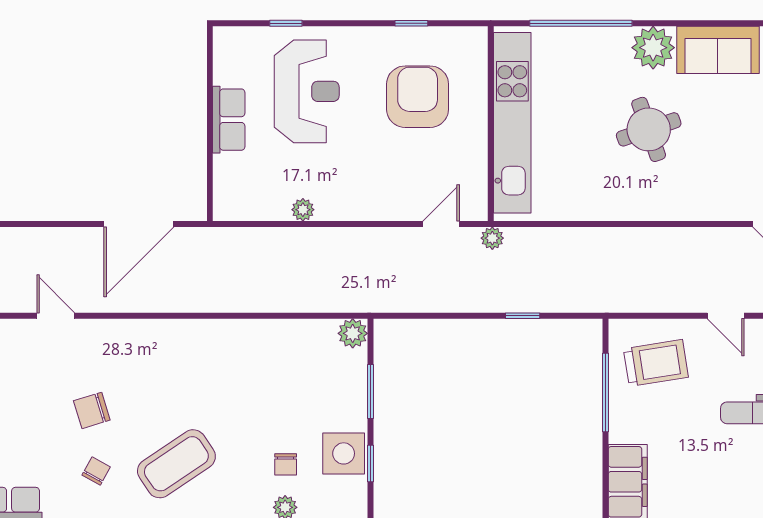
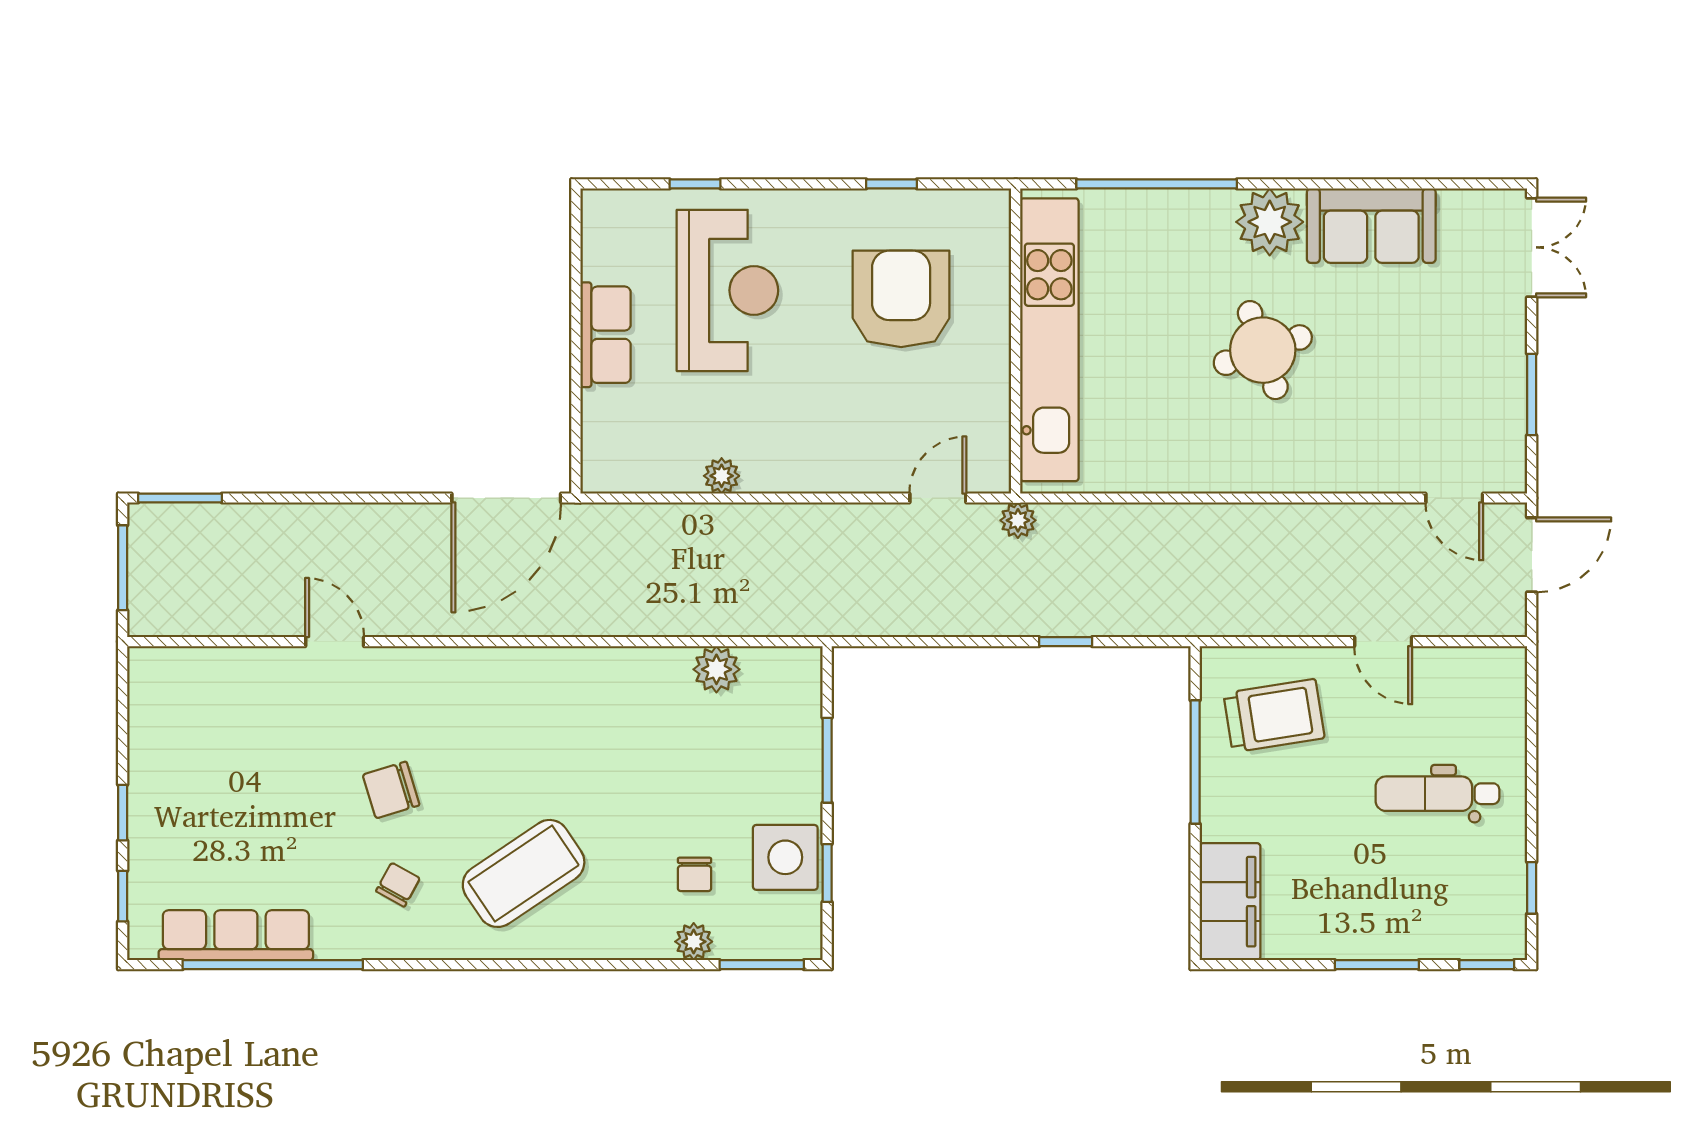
door: (139, 224) -> (506, 498), moved
plant: (353, 333) -> (716, 669), moved

